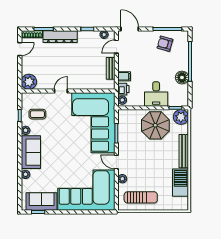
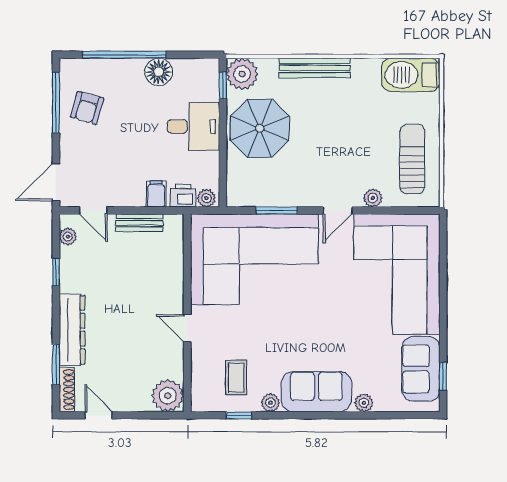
barbecue: (181, 183) -> (411, 75), moved

